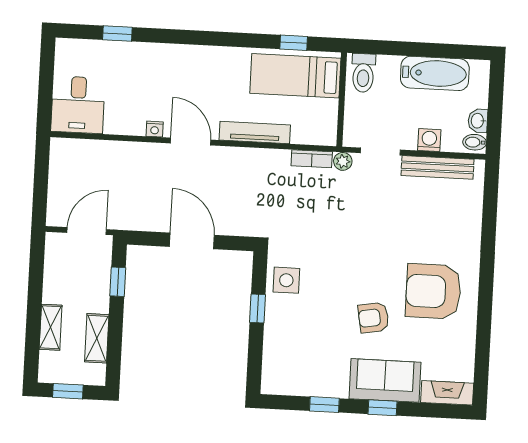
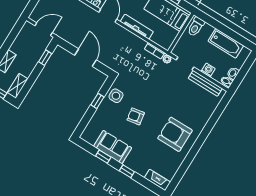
armchair: (374, 318) -> (136, 116), moved
shelving: (97, 338) -> (17, 86), moved
sofa: (385, 380) -> (113, 147), moved

